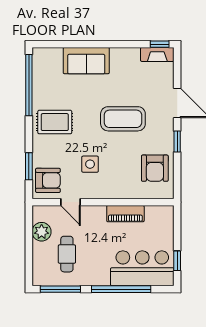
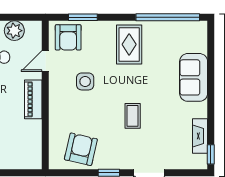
fireplace: (157, 54) -> (200, 136), moved
coffee table: (123, 119) -> (133, 116), width x0.54, depth x0.58
armchair: (155, 168) -> (81, 149), turned 103
piano: (125, 214) -> (33, 99), moved

